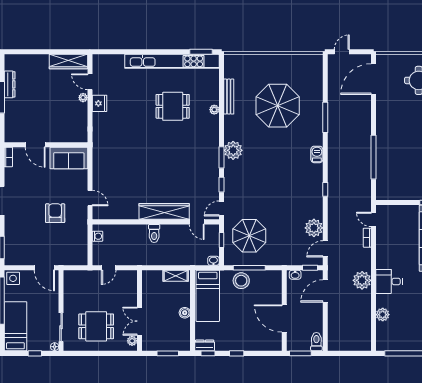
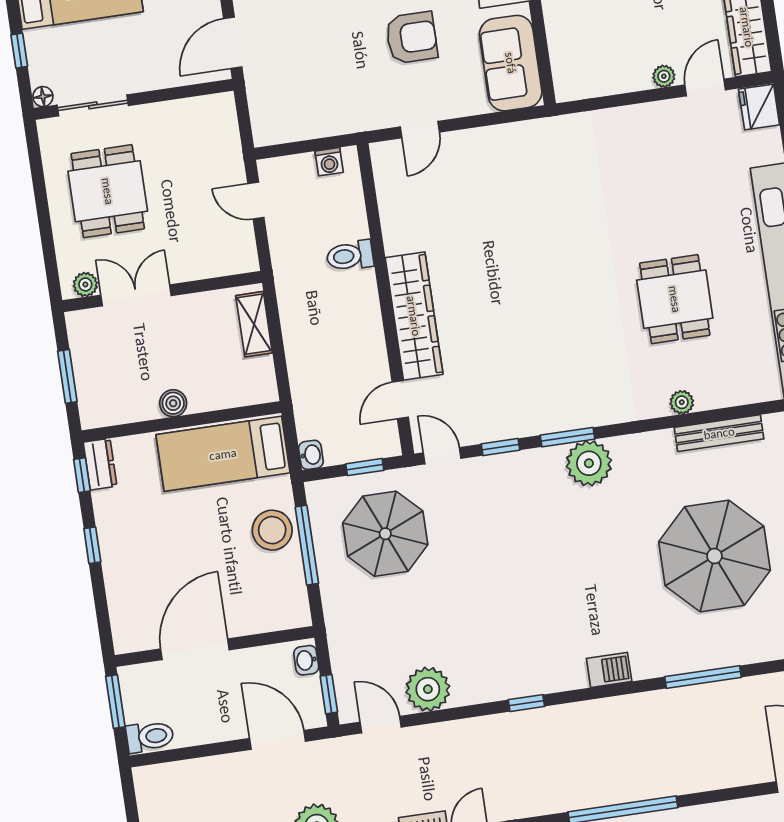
fridge: (100, 103) -> (759, 107), moved, turned 90
armchair: (55, 213) -> (412, 38), moved
toilet: (154, 233) -> (350, 256), moved
shelving: (176, 276) -> (254, 324), moved

